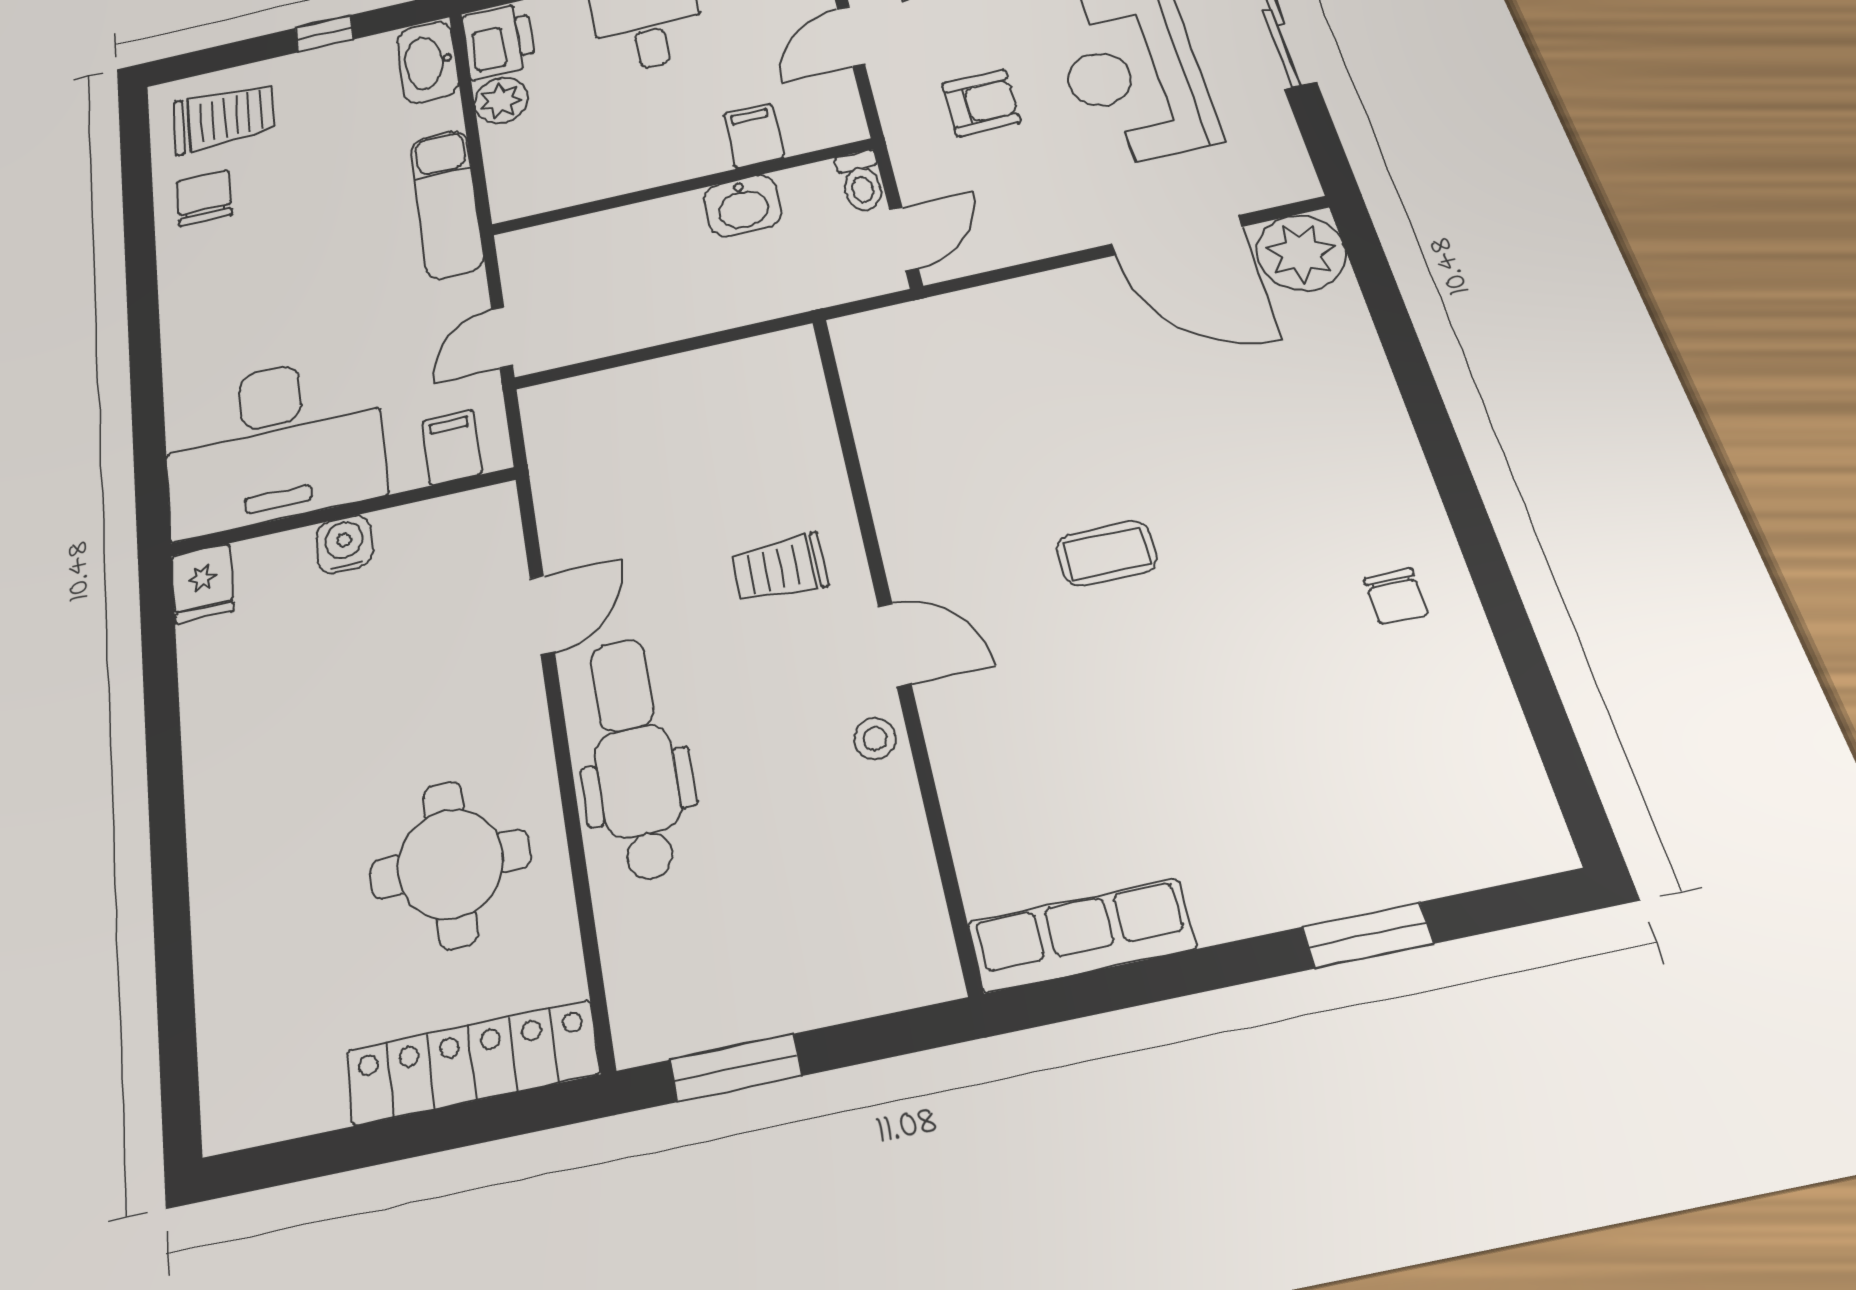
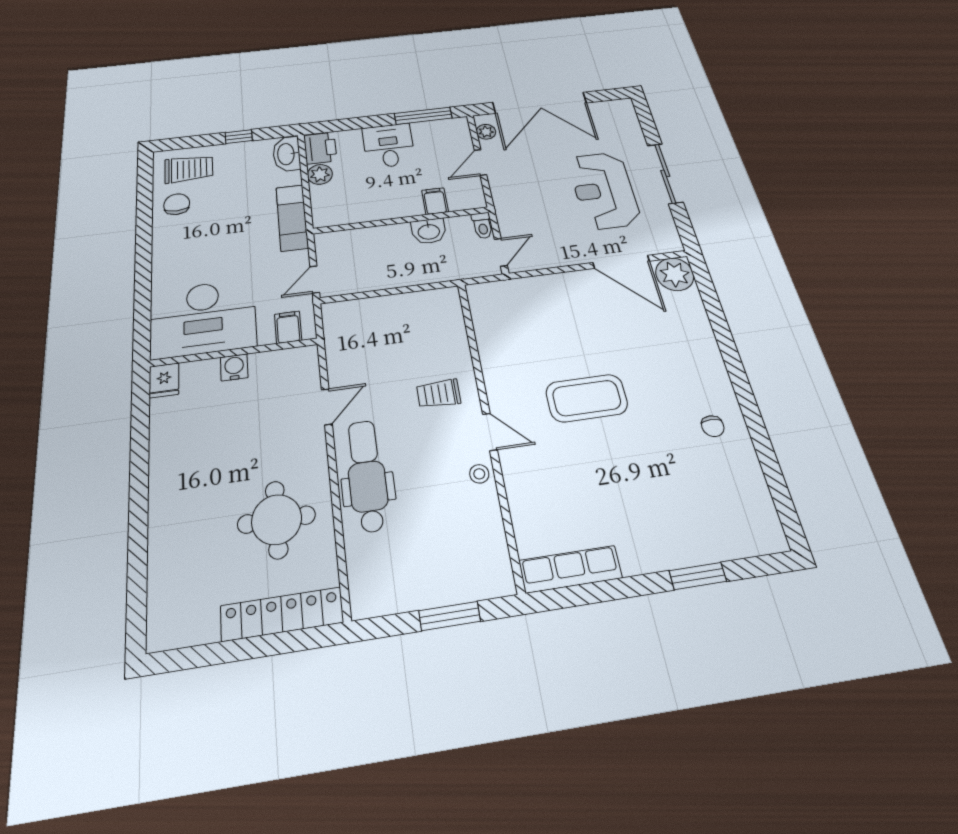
armchair: (981, 103) -> (537, 197), removed
coffee table: (1107, 554) -> (587, 398), width x1.86, depth x1.72
window: (736, 1068) -> (450, 616), moved

